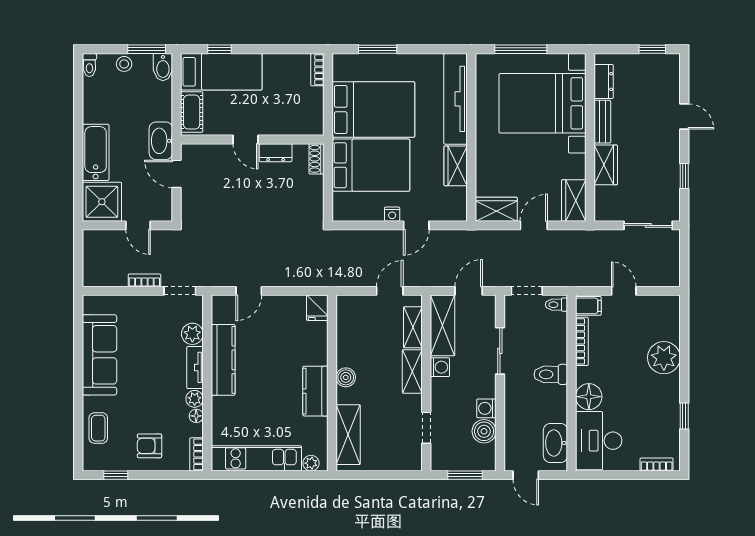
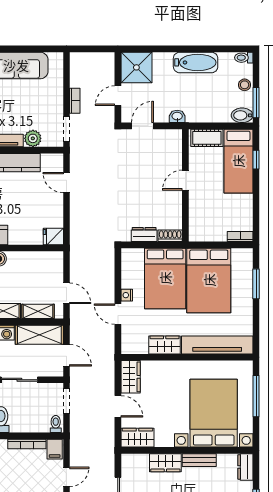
dresser: (604, 82) -> (245, 467), moved, turned 90
washbasin: (161, 141) -> (177, 116), width x0.52, depth x0.69
bathtub: (96, 152) -> (196, 62), moved
dresser: (276, 153) -> (144, 234), moved, turned 90
door: (176, 174) -> (142, 126), moved

